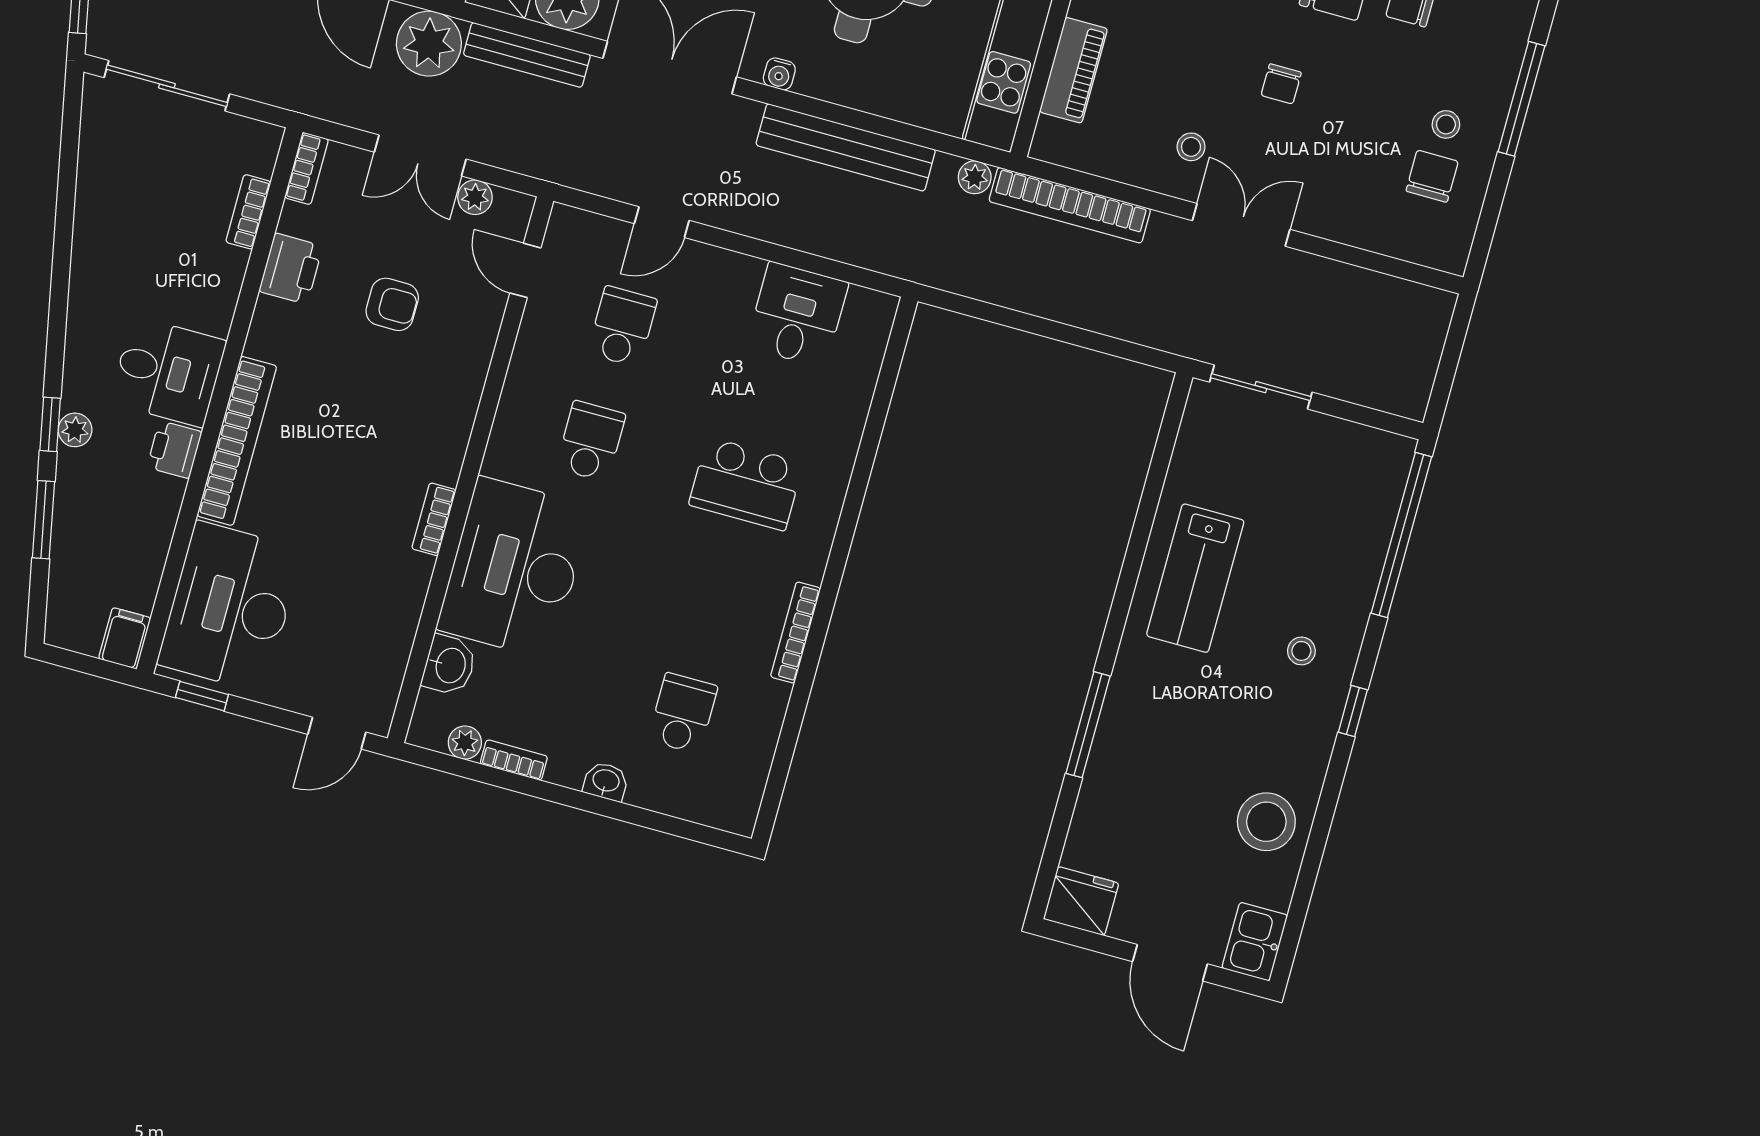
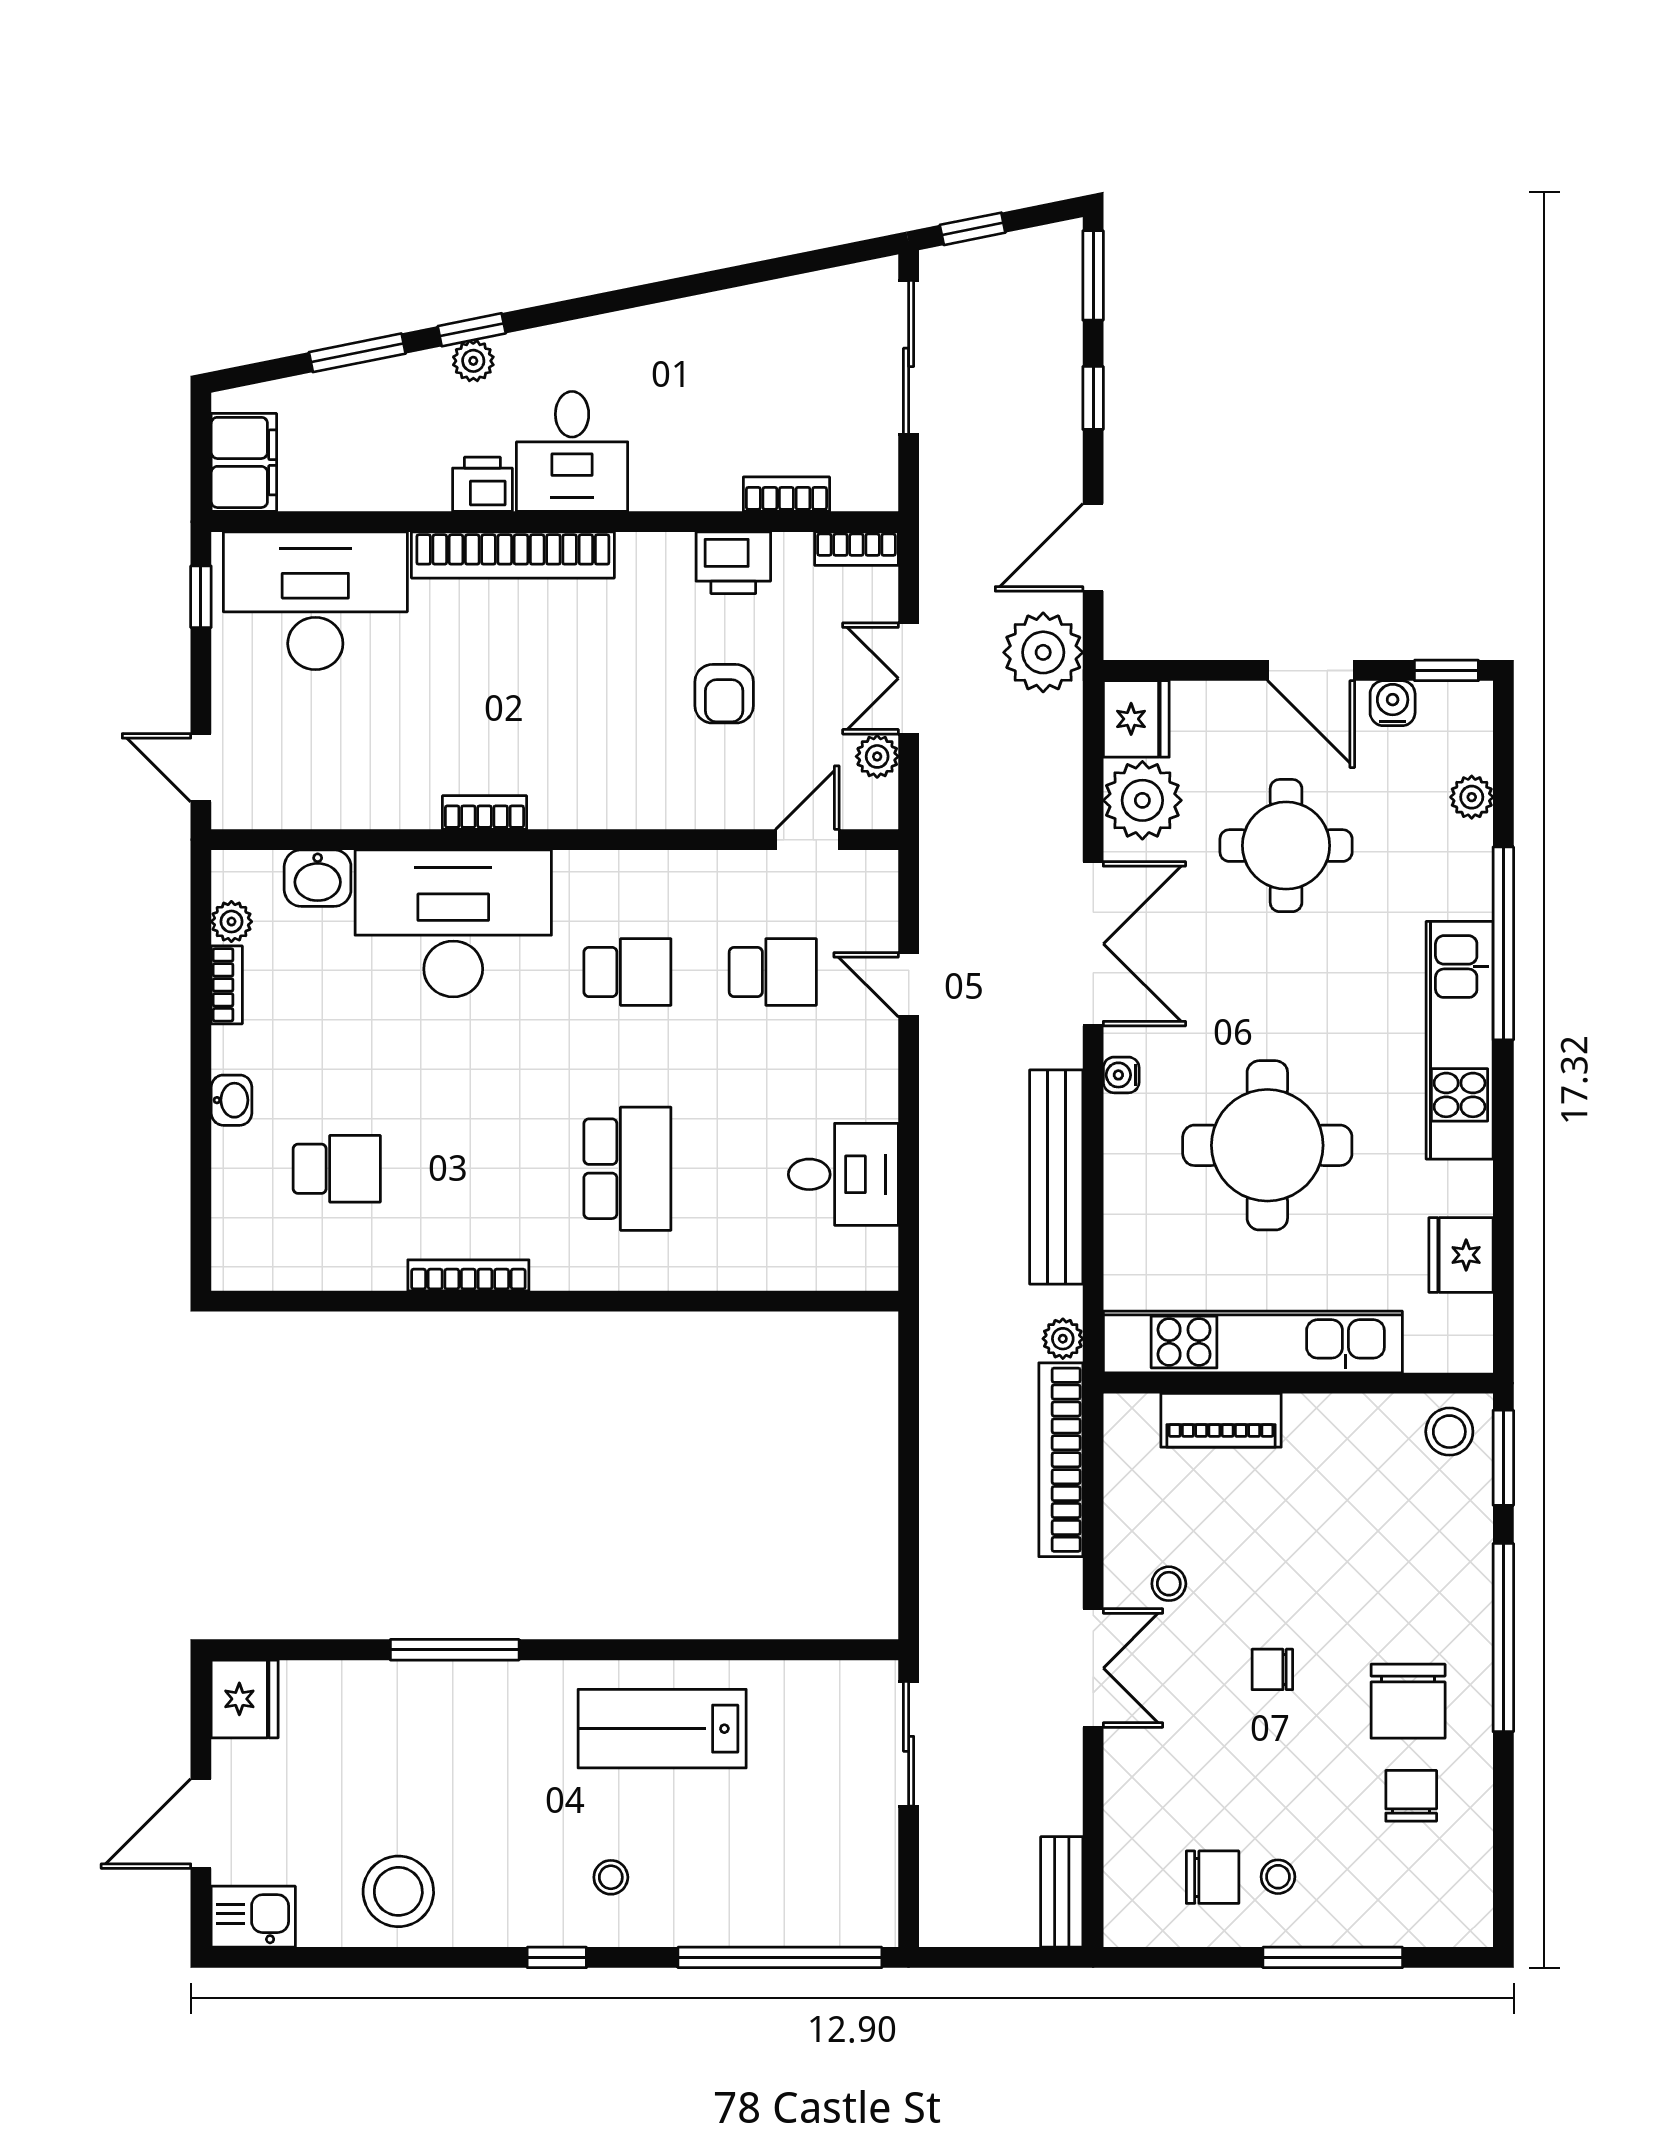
bench: (527, 55) -> (1062, 1892), moved, width x0.73
school desk: (746, 484) -> (627, 1169), turned 180
filing cabinet: (125, 638) -> (244, 462), width x2.00

